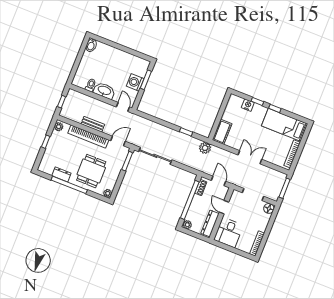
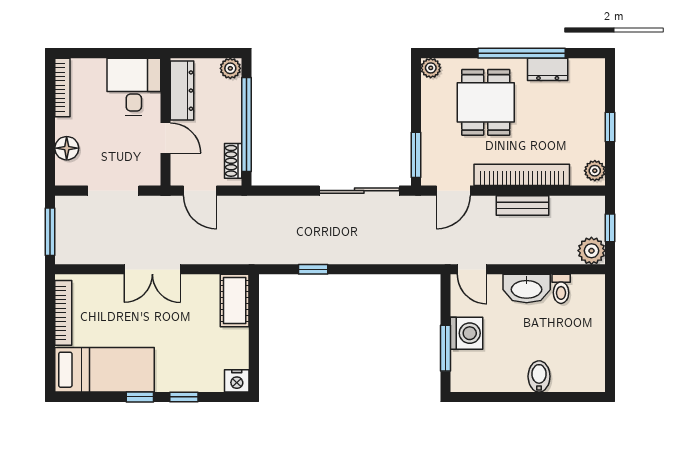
bidet: (91, 45) -> (539, 376), moved
nightstand: (248, 105) -> (237, 381), moved
plant: (205, 148) -> (591, 251), moved
floor lamp: (269, 208) -> (67, 148), moved

